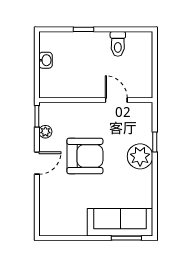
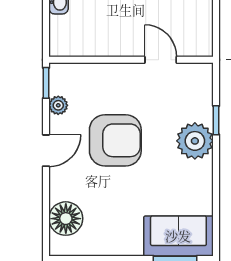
floor lamp: (51, 210) -> (66, 219), added
sofa: (120, 222) -> (178, 236), width x0.73

